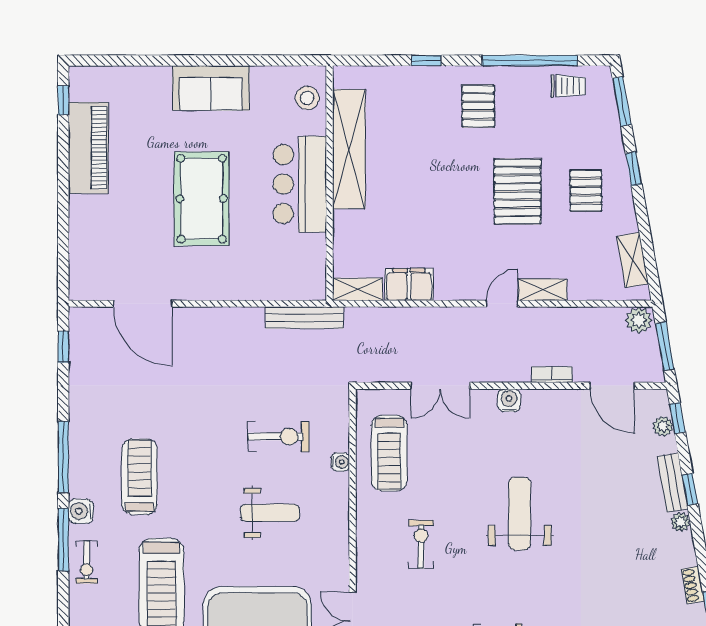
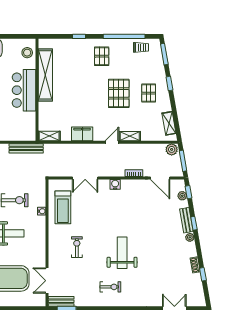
filing cabinet: (409, 285) -> (82, 134), moved
weight bench: (520, 514) -> (122, 253), moved

